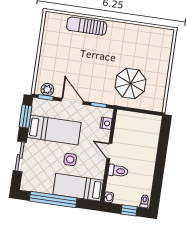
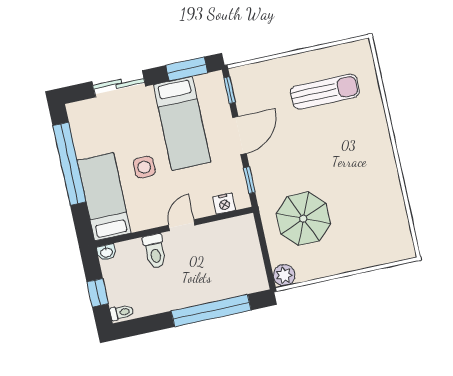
sun lounger: (87, 26) -> (325, 92), moved, turned 90
plant: (47, 90) -> (284, 275), moved
window: (162, 152) -> (211, 311), added

